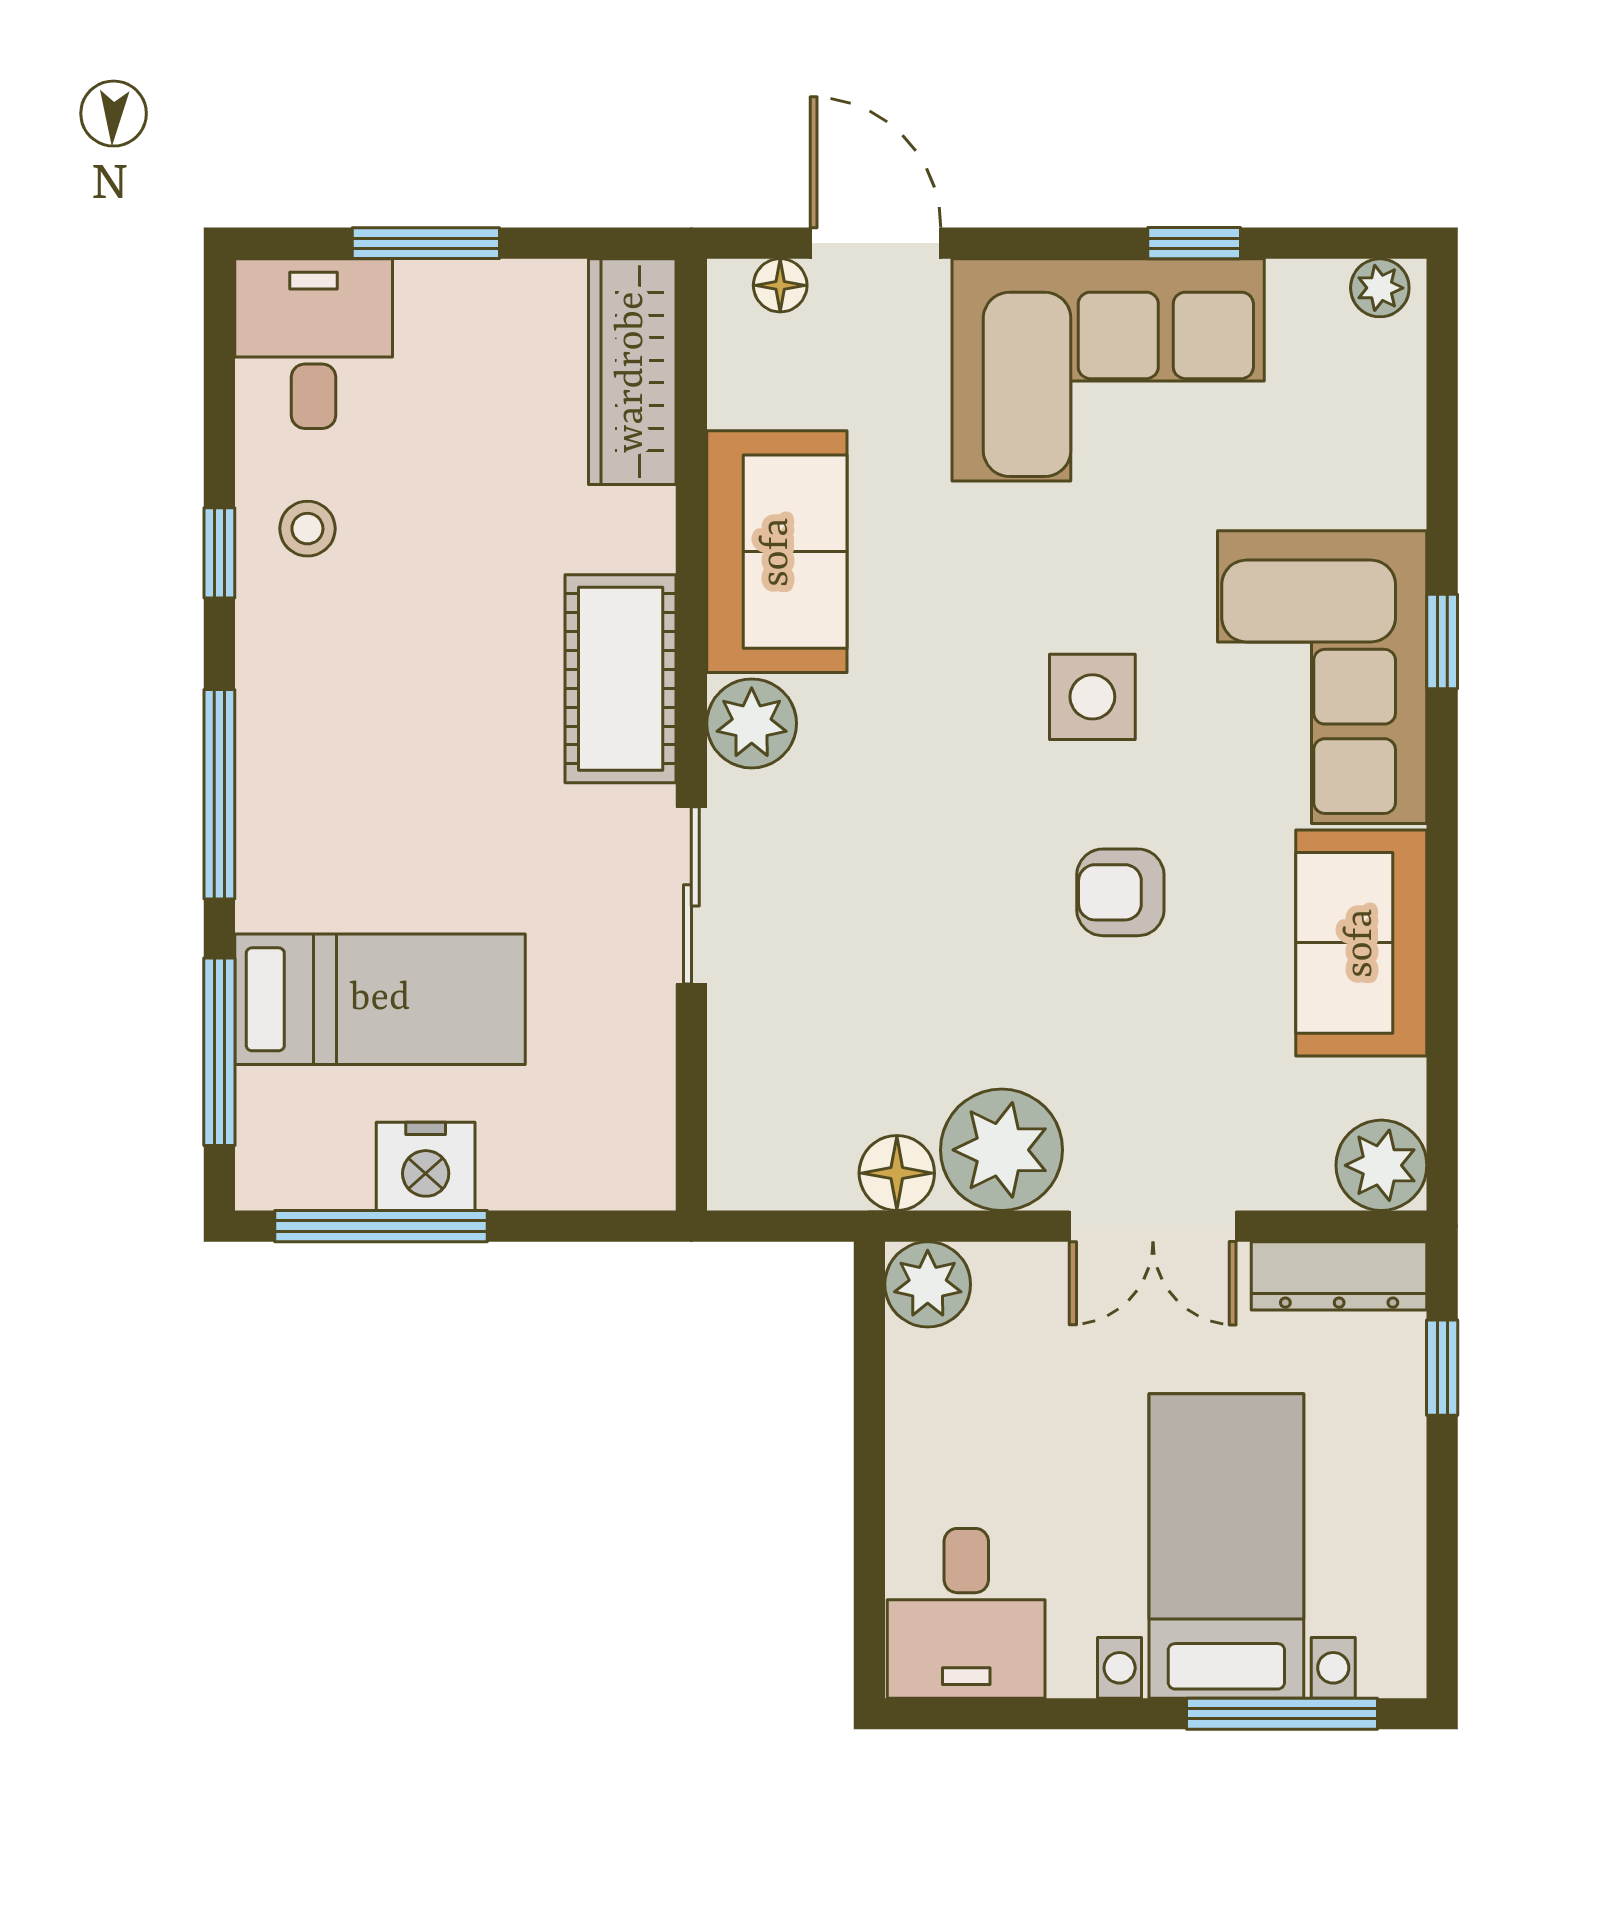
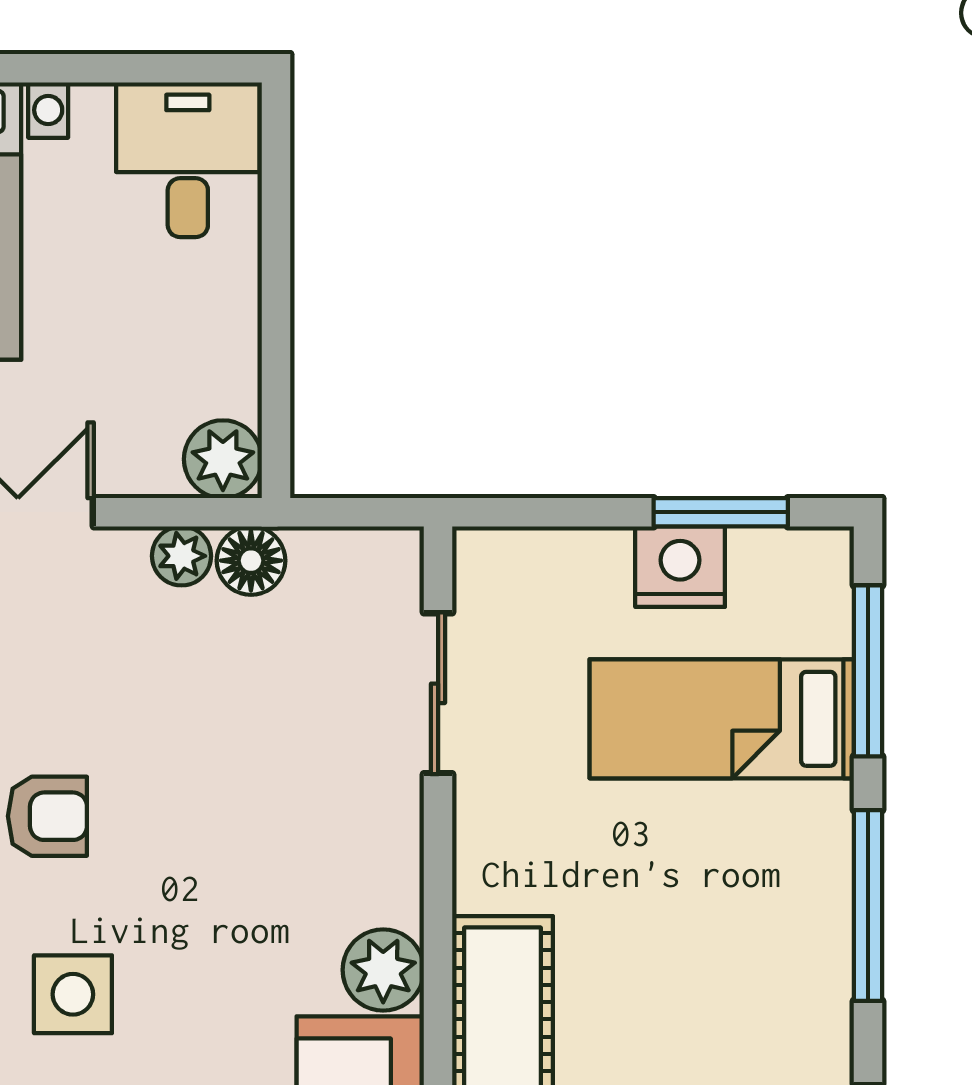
sliding door: (691, 895) -> (438, 693), moved
plant: (1002, 1150) -> (182, 556), width x0.53, depth x0.53
window: (381, 1226) -> (721, 512), width x0.69

